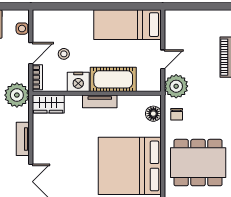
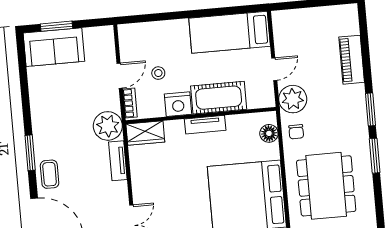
side table: (22, 29) -> (107, 48), removed
tv unit: (23, 139) -> (118, 161), moved
dining table: (198, 163) -> (326, 186), turned 90

